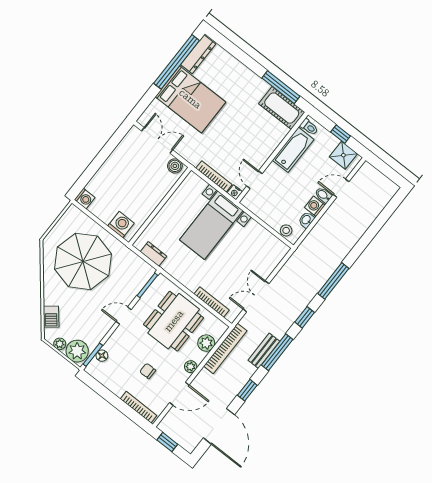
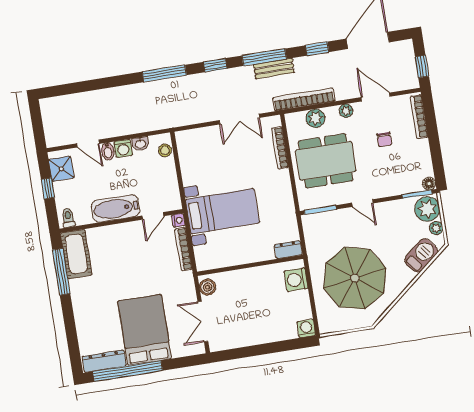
bathtub: (293, 150) -> (116, 208), moved
dresser: (154, 254) -> (288, 250), moved, turned 90
barbecue: (51, 317) -> (421, 255), width x1.38, depth x1.27
floor lamp: (102, 356) -> (429, 184), moved

